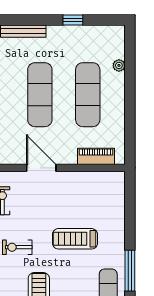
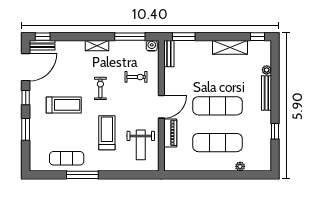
piano: (96, 156) -> (170, 133), moved
weight bench: (91, 195) -> (141, 145), added

